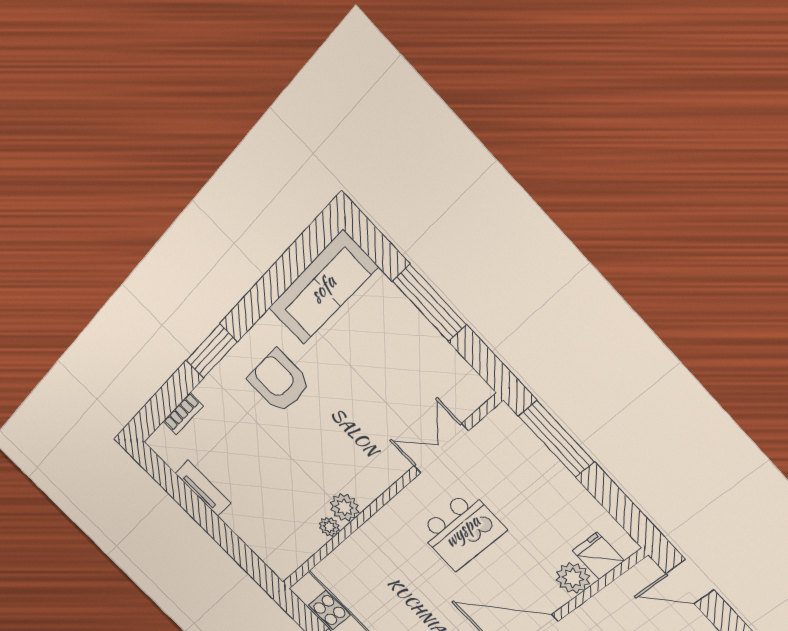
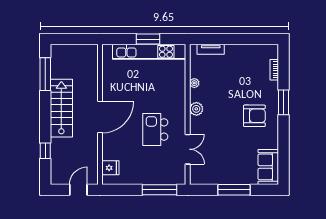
sofa: (323, 288) -> (268, 167), width x0.73
tv unit: (203, 488) -> (211, 49), moved
plant: (344, 507) -> (196, 109), moved
plant: (573, 578) -> (109, 152), removed

